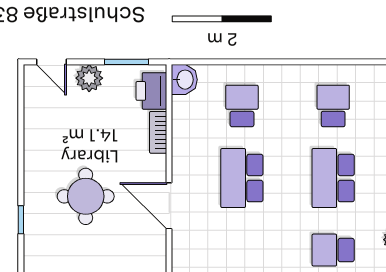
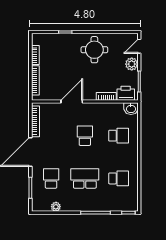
school desk: (242, 178) -> (85, 136), width x0.54
round table: (86, 196) -> (94, 50), moved

